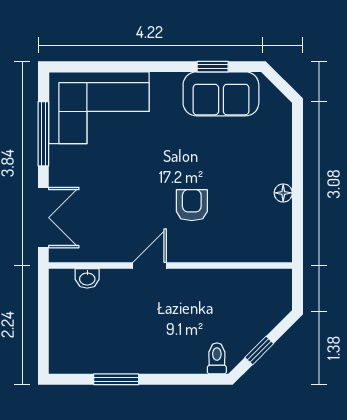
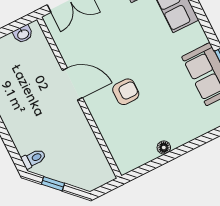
door: (150, 266) -> (72, 84), width x1.38
washbasin: (87, 278) -> (23, 34), moved, turned -90

